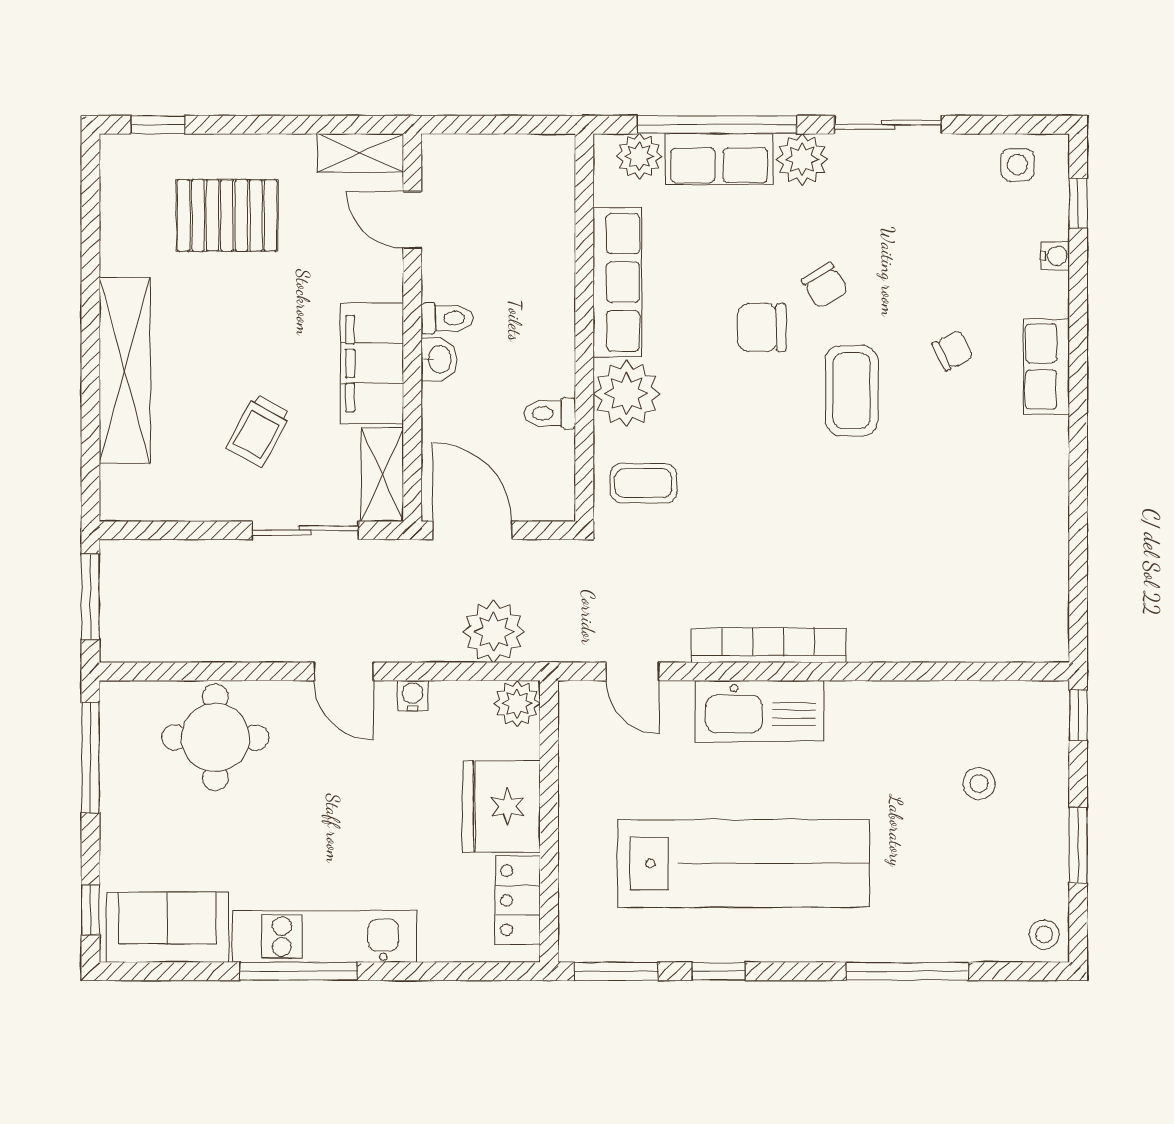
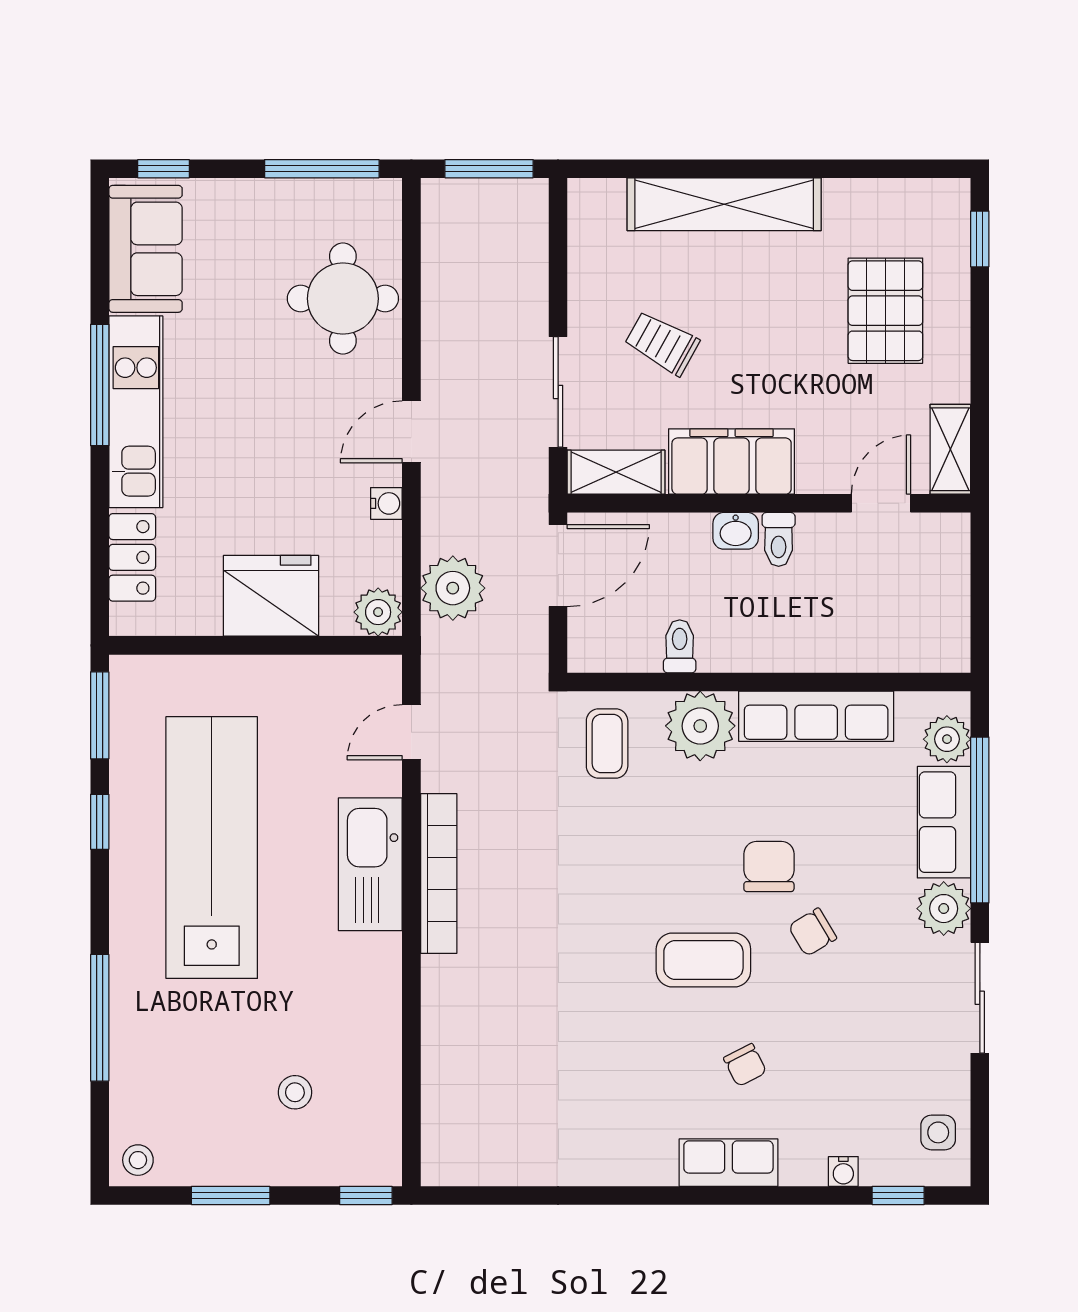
lab bench: (743, 864) -> (212, 848), turned 180
locker: (518, 900) -> (132, 557), moved, turned 90

